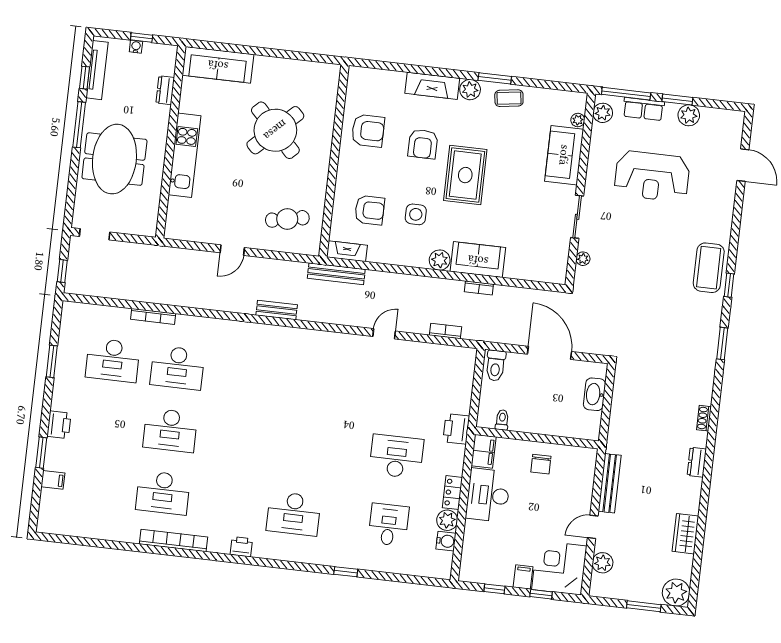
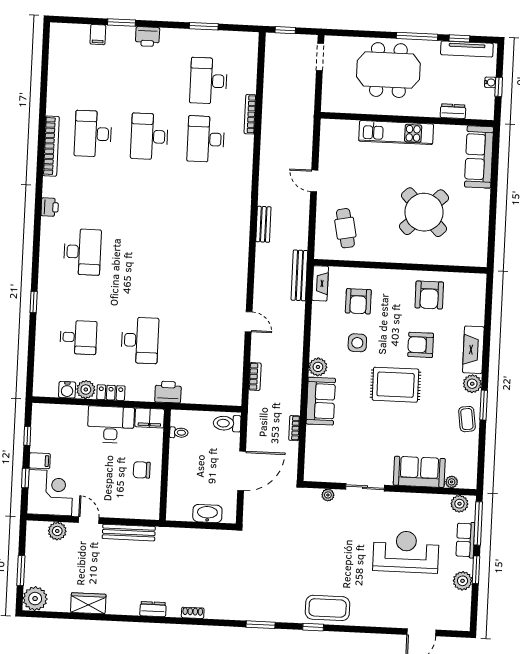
reception desk: (652, 176) -> (406, 552), turned 90
bookcase: (479, 288) -> (294, 428), moved
desk: (294, 514) -> (82, 252), turned 180

